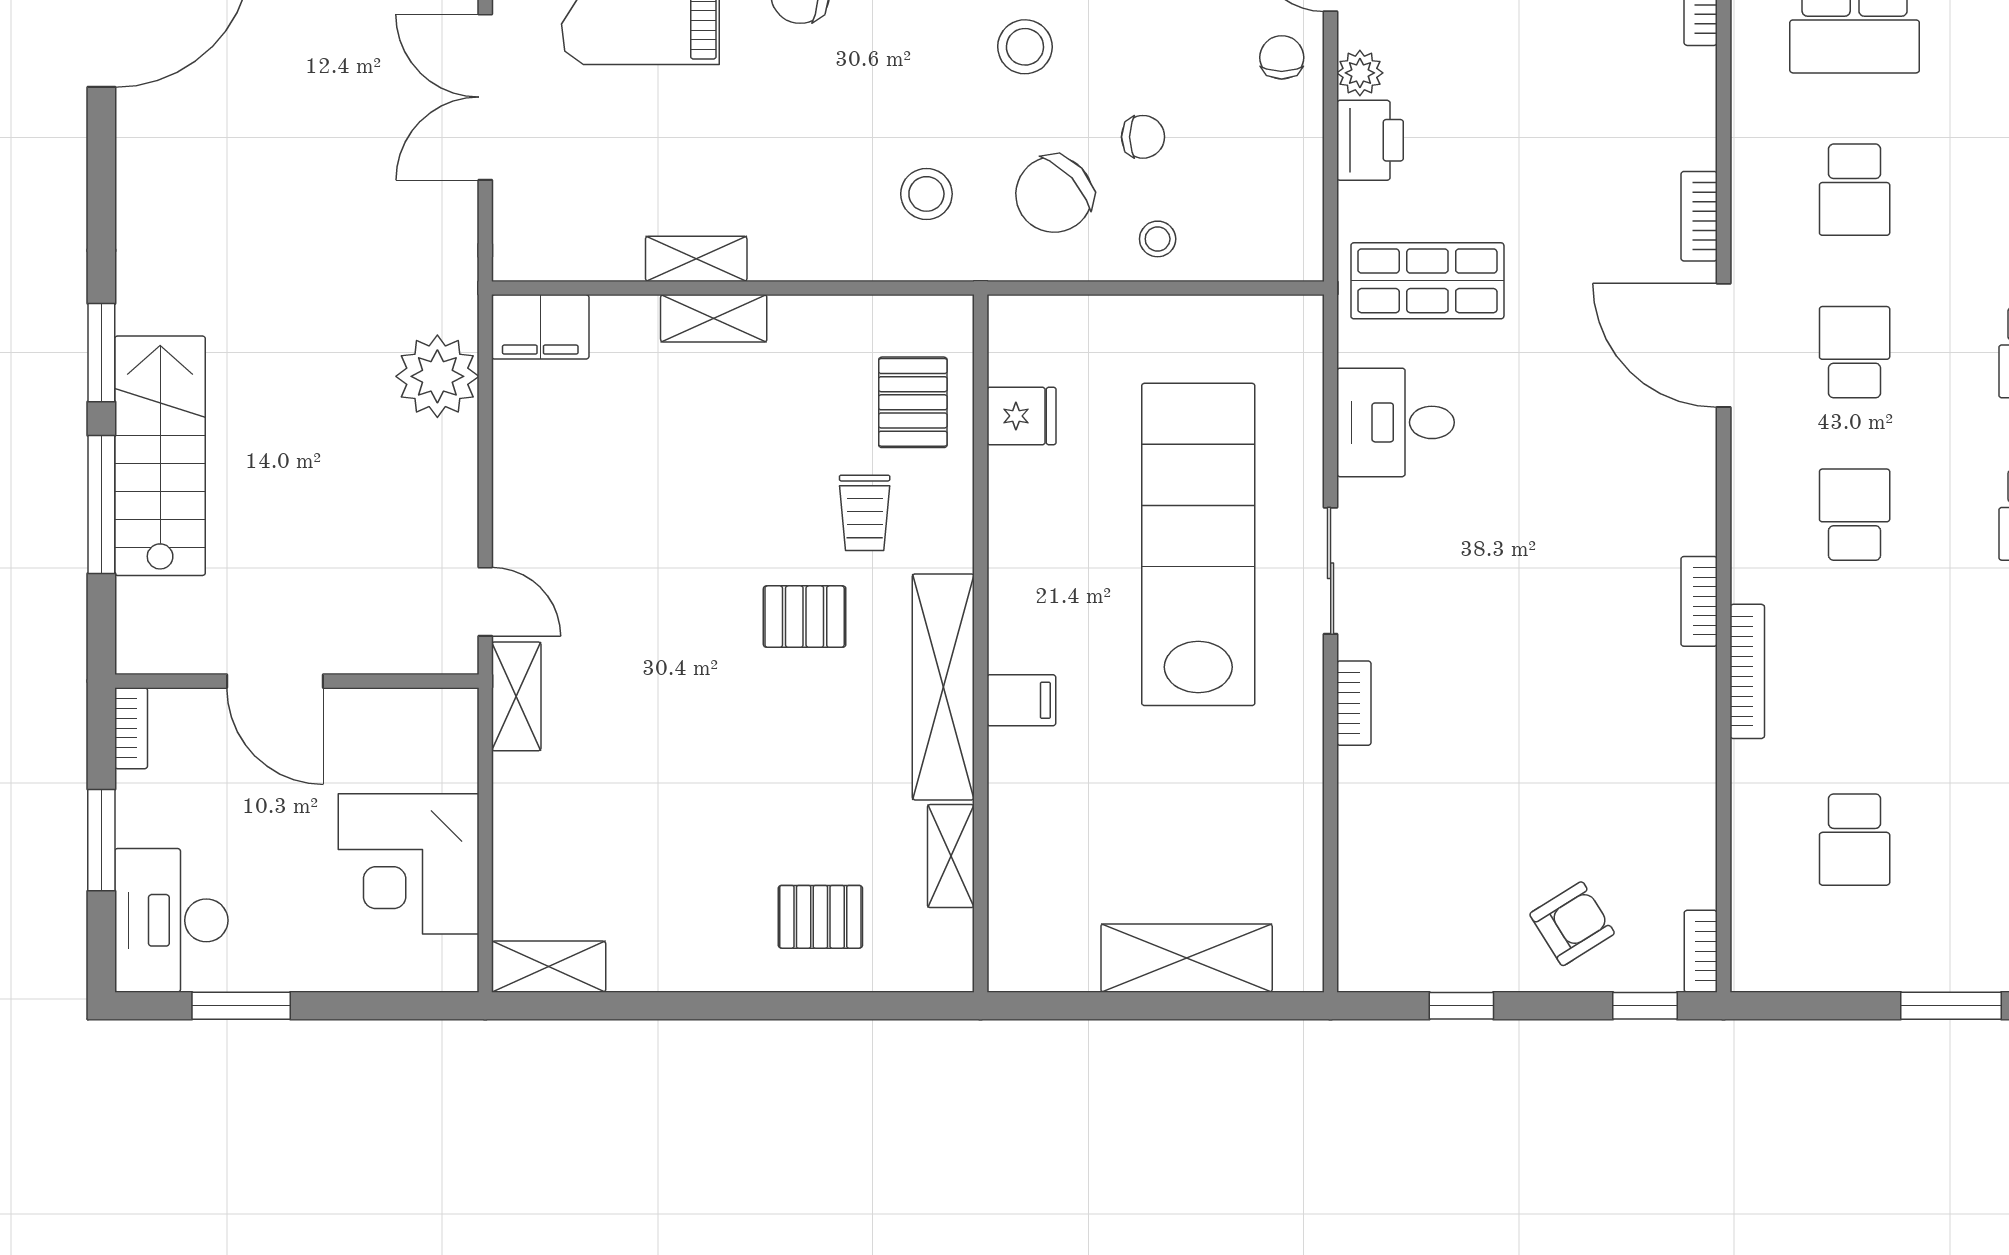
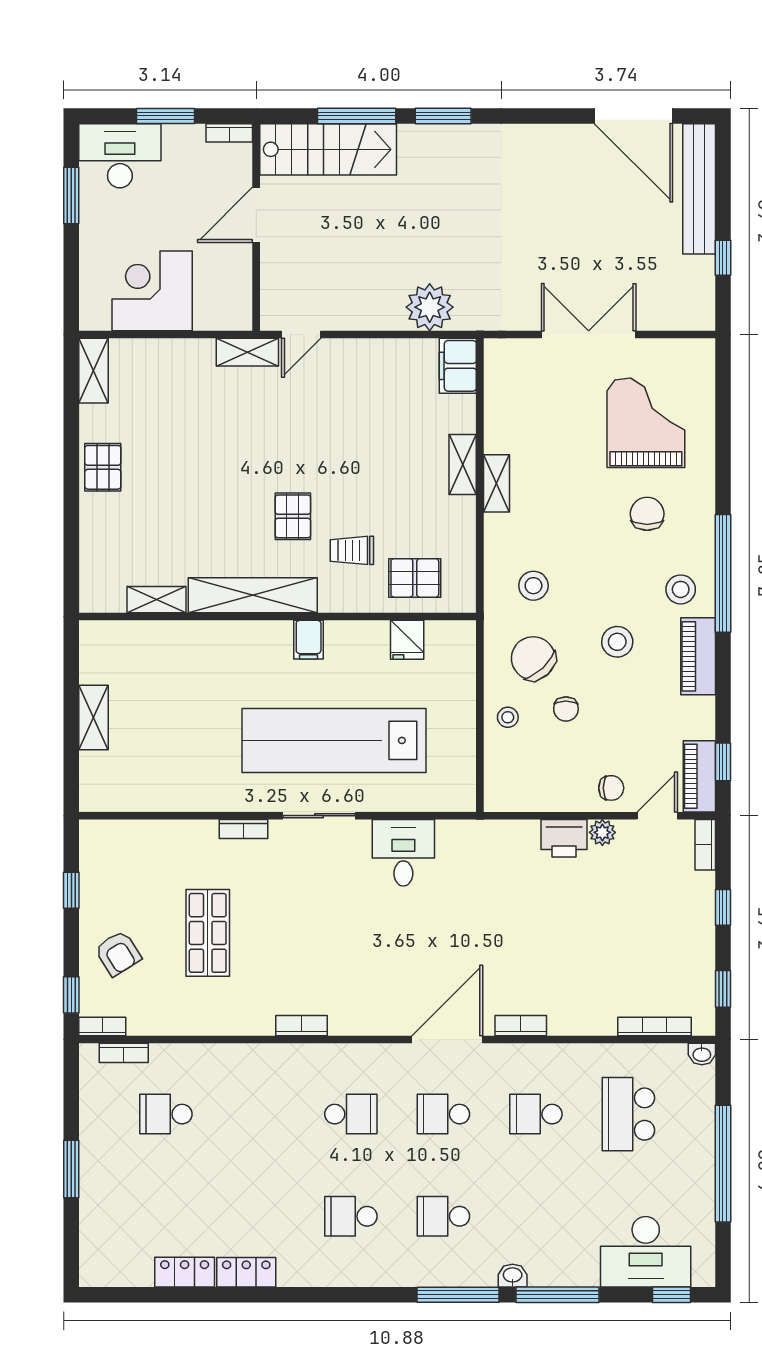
shelving: (696, 259) -> (497, 483), moved
shop shelf: (1427, 281) -> (208, 933), moved
school desk: (1855, 352) -> (443, 1114), turned 180
stairs: (160, 456) -> (328, 149), moved
lab bench: (1198, 544) -> (334, 740), turned 180
bookcase: (1747, 671) -> (124, 1053), moved, width x0.64
filing cabinet: (1021, 700) -> (309, 640), moved
pallet: (820, 917) -> (103, 467), moved
shelving: (1187, 958) -> (94, 718), width x0.67, depth x0.75

